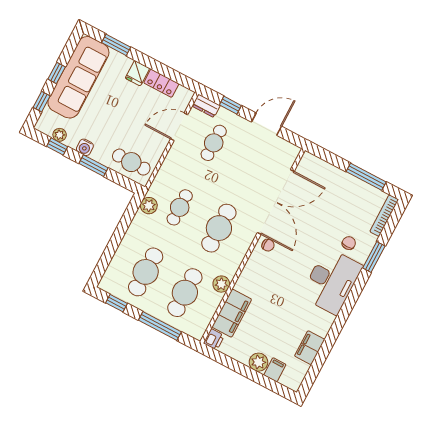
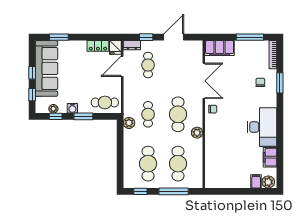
fridge: (137, 73) -> (115, 47), moved
double door: (276, 202) -> (204, 81), width x0.73
desk: (332, 281) -> (262, 127), moved
plant: (221, 284) -> (197, 133), moved
filing cabinet: (232, 313) -> (220, 48), moved, turned 90
printer: (214, 339) -> (210, 182), removed
plant: (258, 362) -> (268, 182), moved

